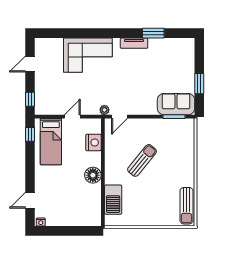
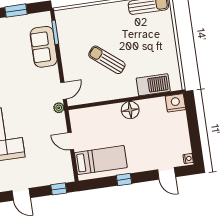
sofa: (176, 104) -> (44, 47), moved
door: (119, 117) -> (64, 91), hinge flipped
window: (30, 134) -> (124, 179), moved
nightstand: (93, 143) -> (175, 103), moved

